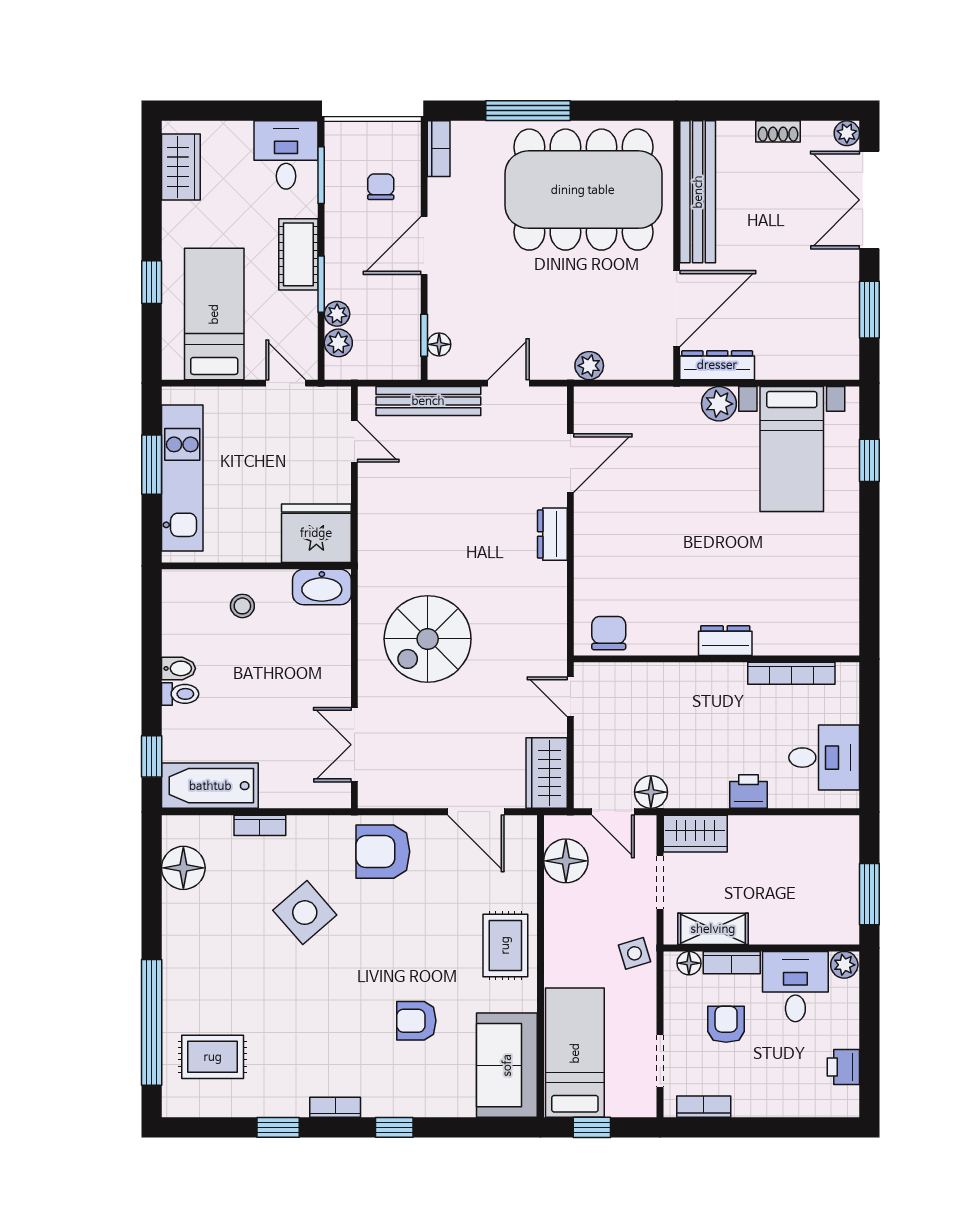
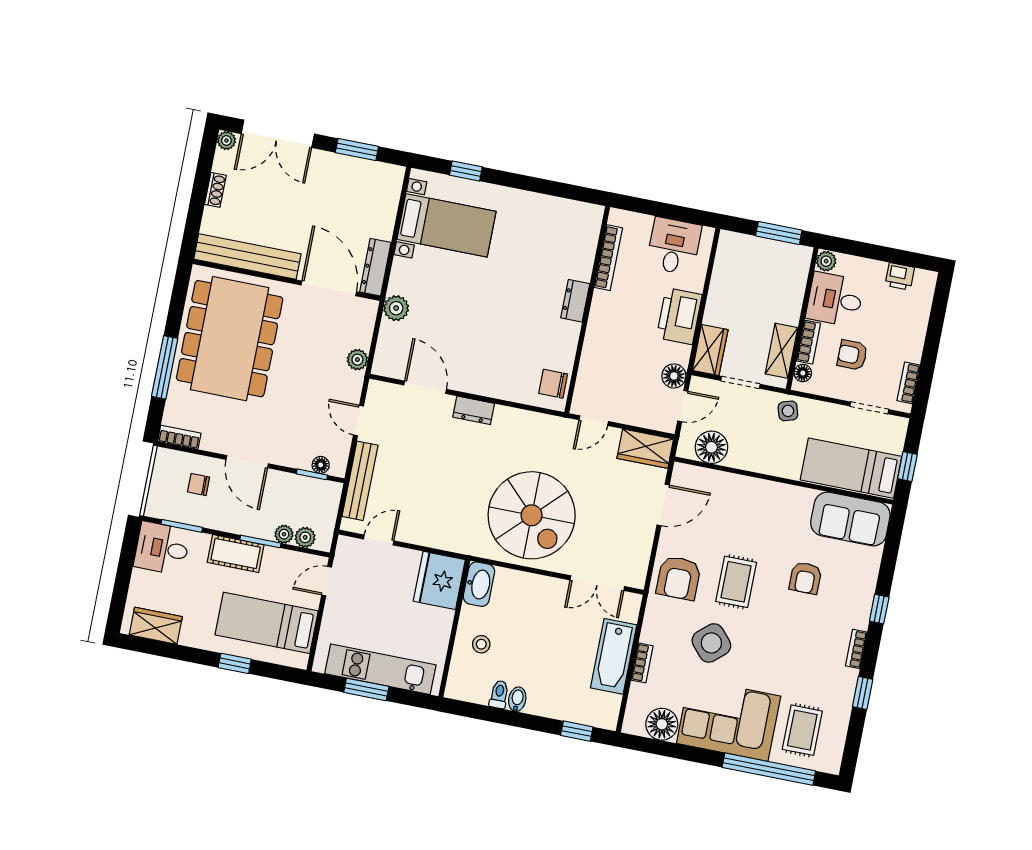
plant: (719, 404) -> (396, 308), moved
spiral stairs: (428, 639) -> (532, 515), width x1.37, depth x1.37
toilet: (180, 694) -> (499, 694), moved
bathtub: (210, 786) -> (614, 656), moved
printer: (749, 791) -> (679, 316), width x1.87, depth x1.48
rug: (505, 945) -> (736, 582), moved, turned 90
corner sofa: (207, 956) -> (729, 720), added

